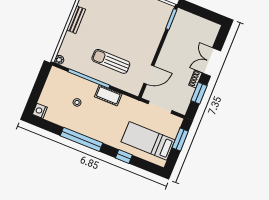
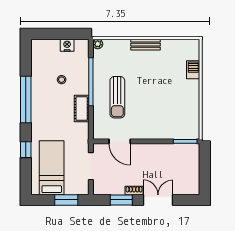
sun lounger: (111, 61) -> (117, 97), turned 180
nightstand: (40, 111) -> (67, 45), moved

